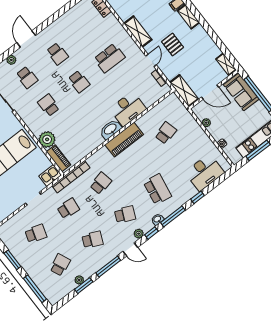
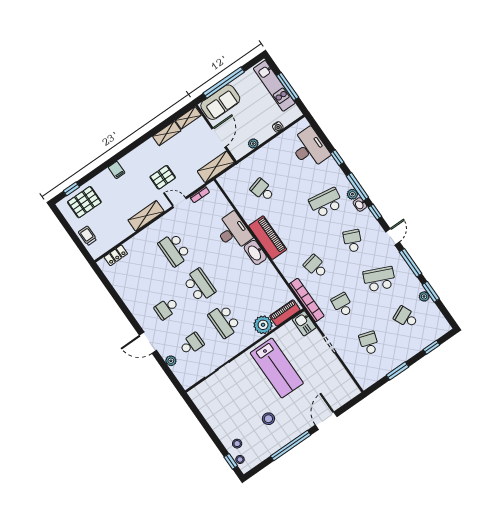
shelving: (188, 17) -> (167, 133), moved
school desk: (57, 54) -> (167, 308), turned 180
school desk: (109, 58) -> (174, 250), turned 180
school desk: (79, 82) -> (199, 285), width x1.85
school desk: (49, 105) -> (224, 321), width x1.85
plant: (139, 234) -> (352, 194), moved
school desk: (93, 240) -> (379, 279), width x1.85
window: (35, 289) -> (432, 347), width x0.46

